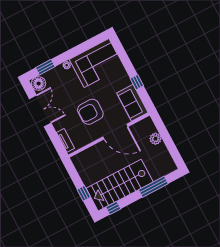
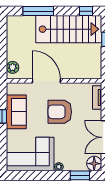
sofa: (132, 103) -> (16, 112), moved
armchair: (90, 112) -> (60, 112), turned 180
plant: (155, 139) -> (13, 67), moved

